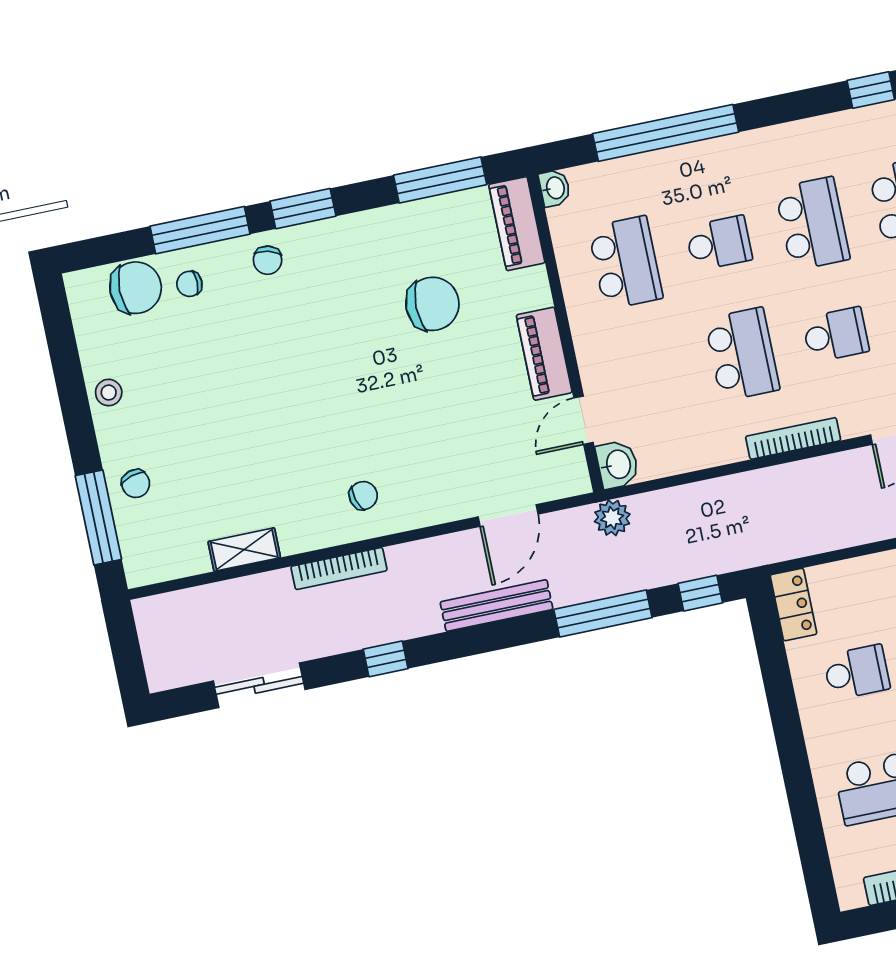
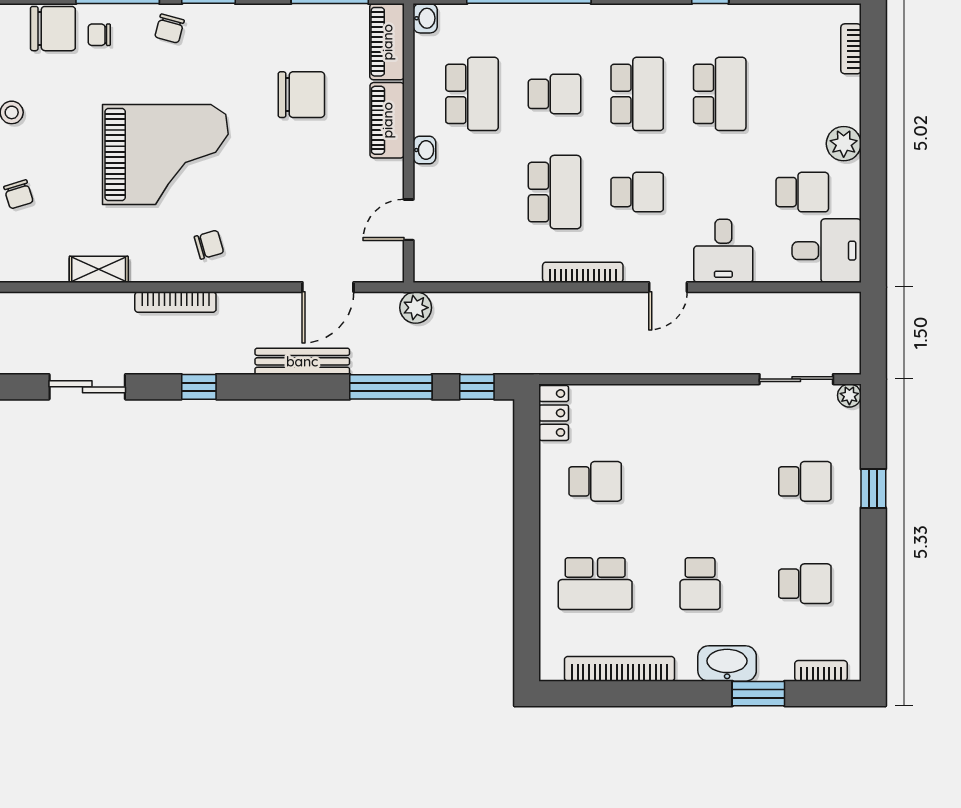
piano: (544, 354) -> (387, 120), moved
grand piano: (293, 404) -> (165, 155), added
washbasin: (617, 465) -> (424, 150), moved, width x0.72, depth x0.69

